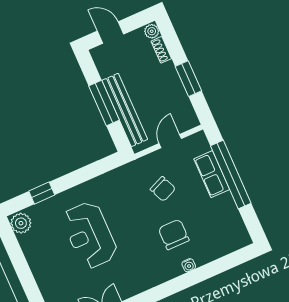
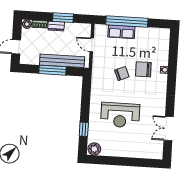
dresser: (171, 75) -> (56, 26), added
chair: (163, 189) -> (122, 74), moved

